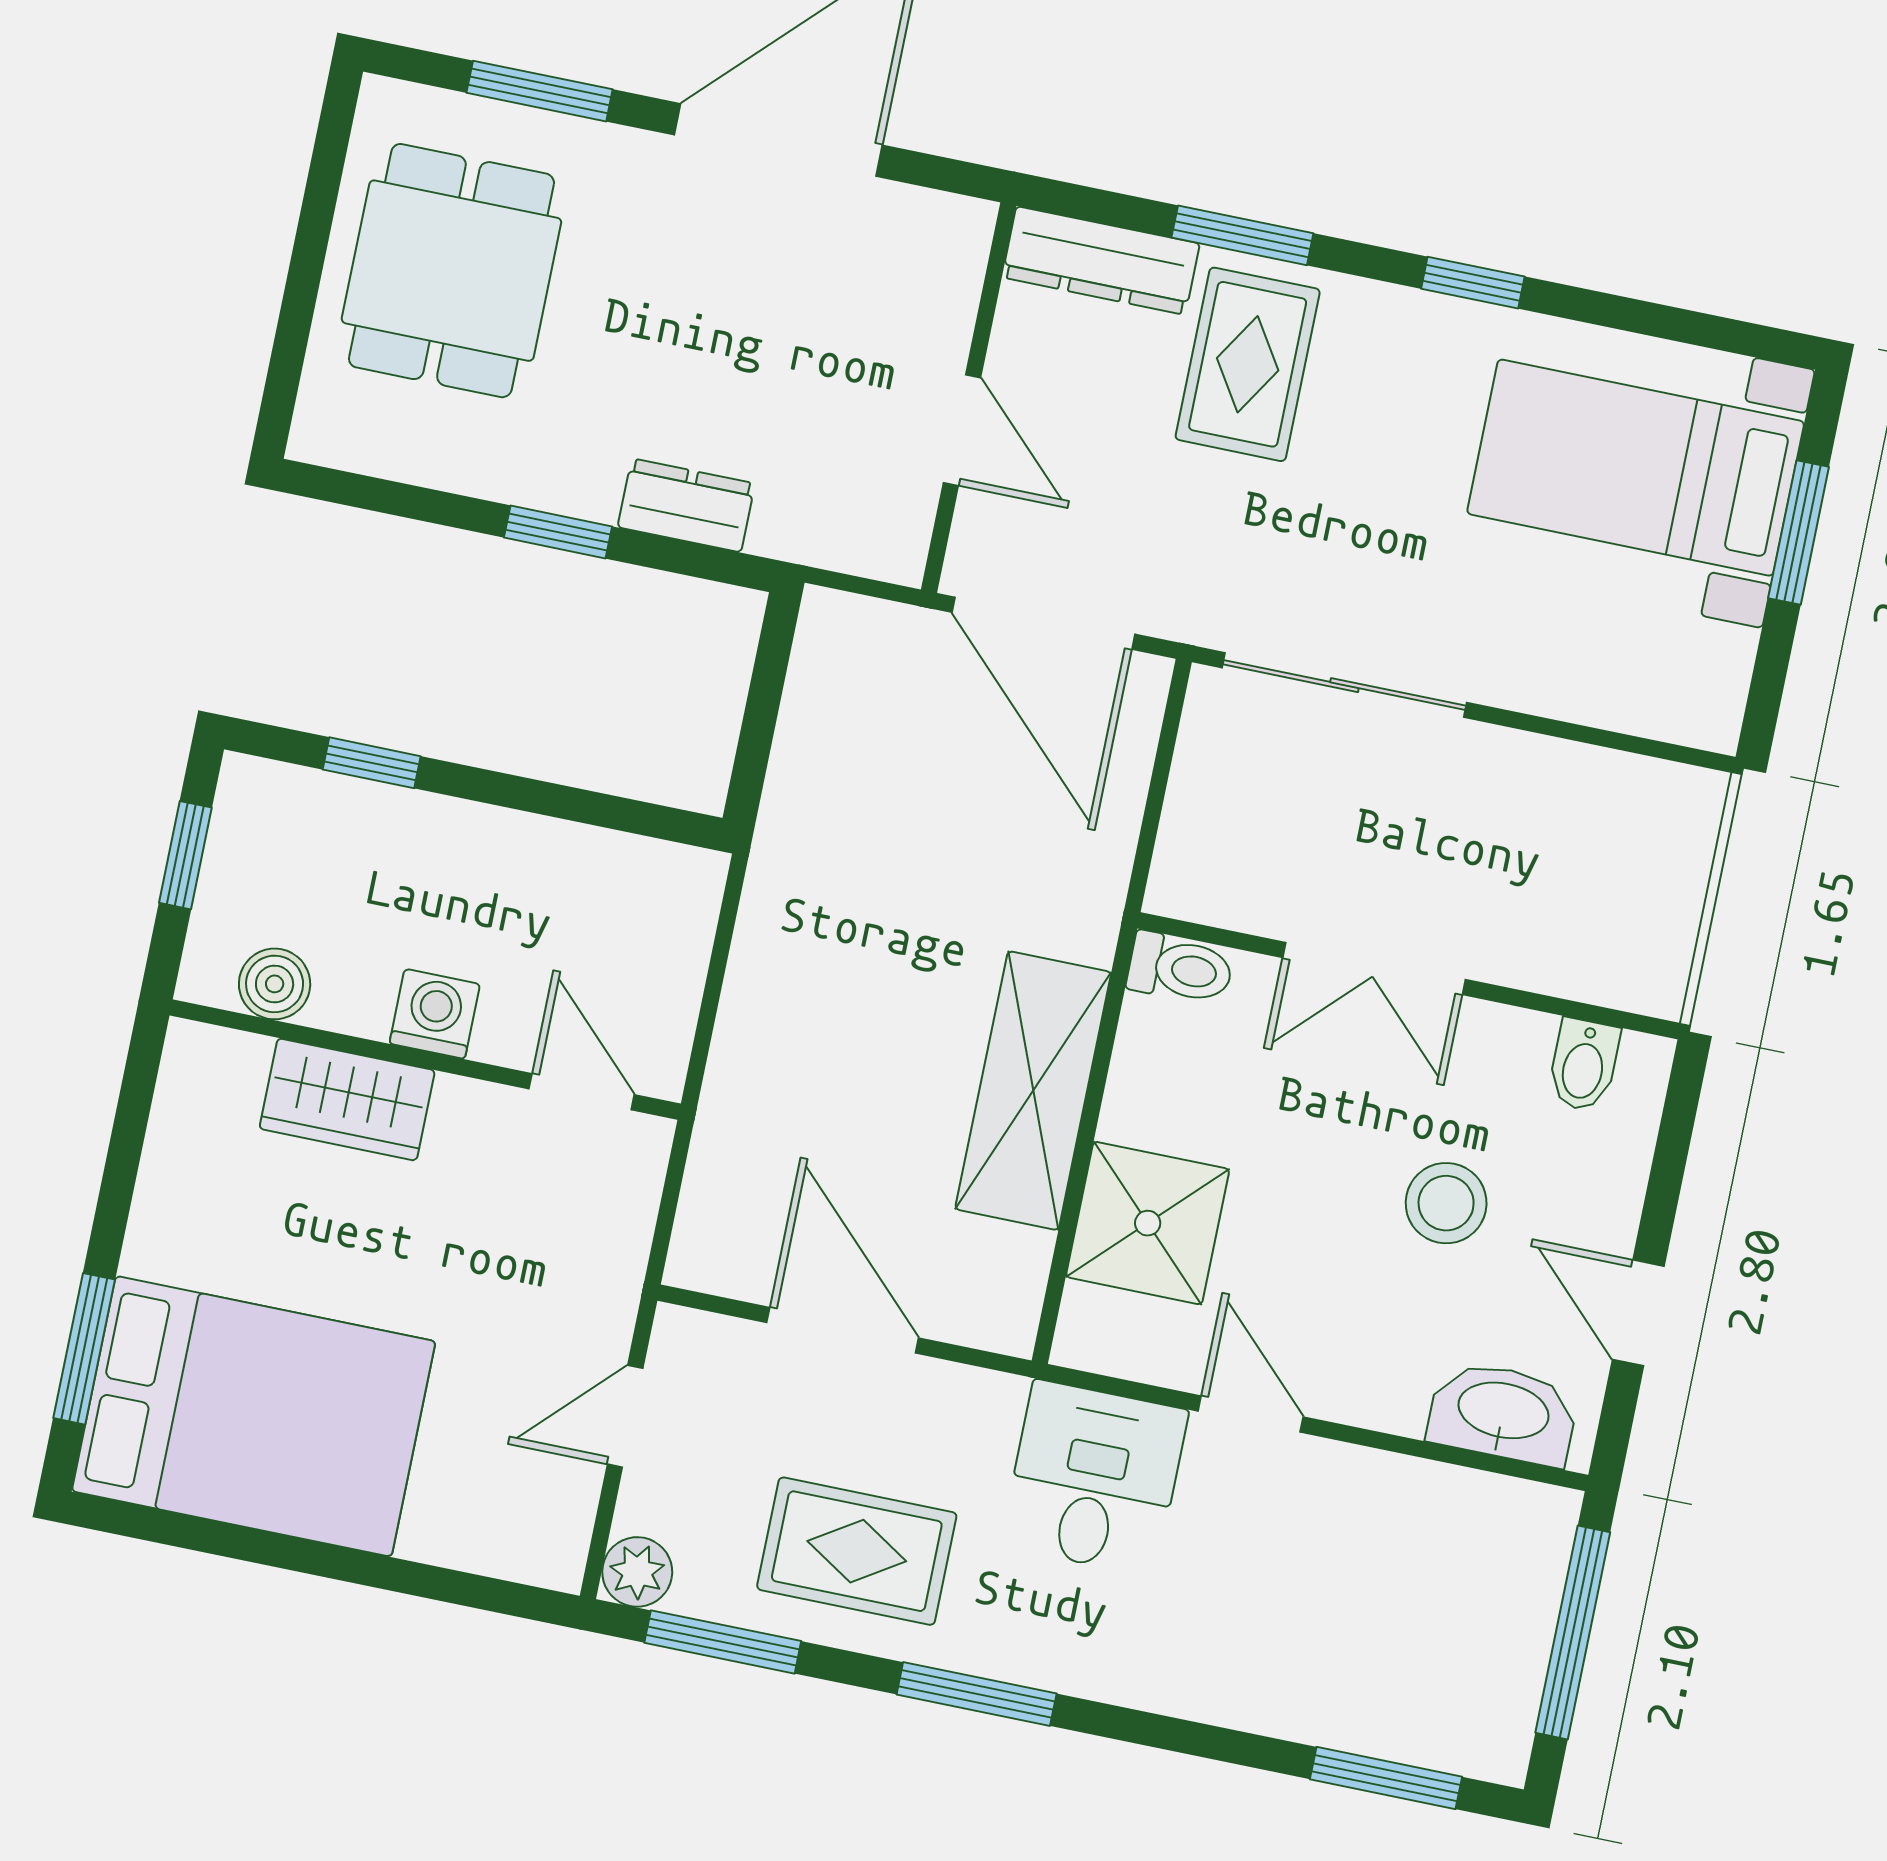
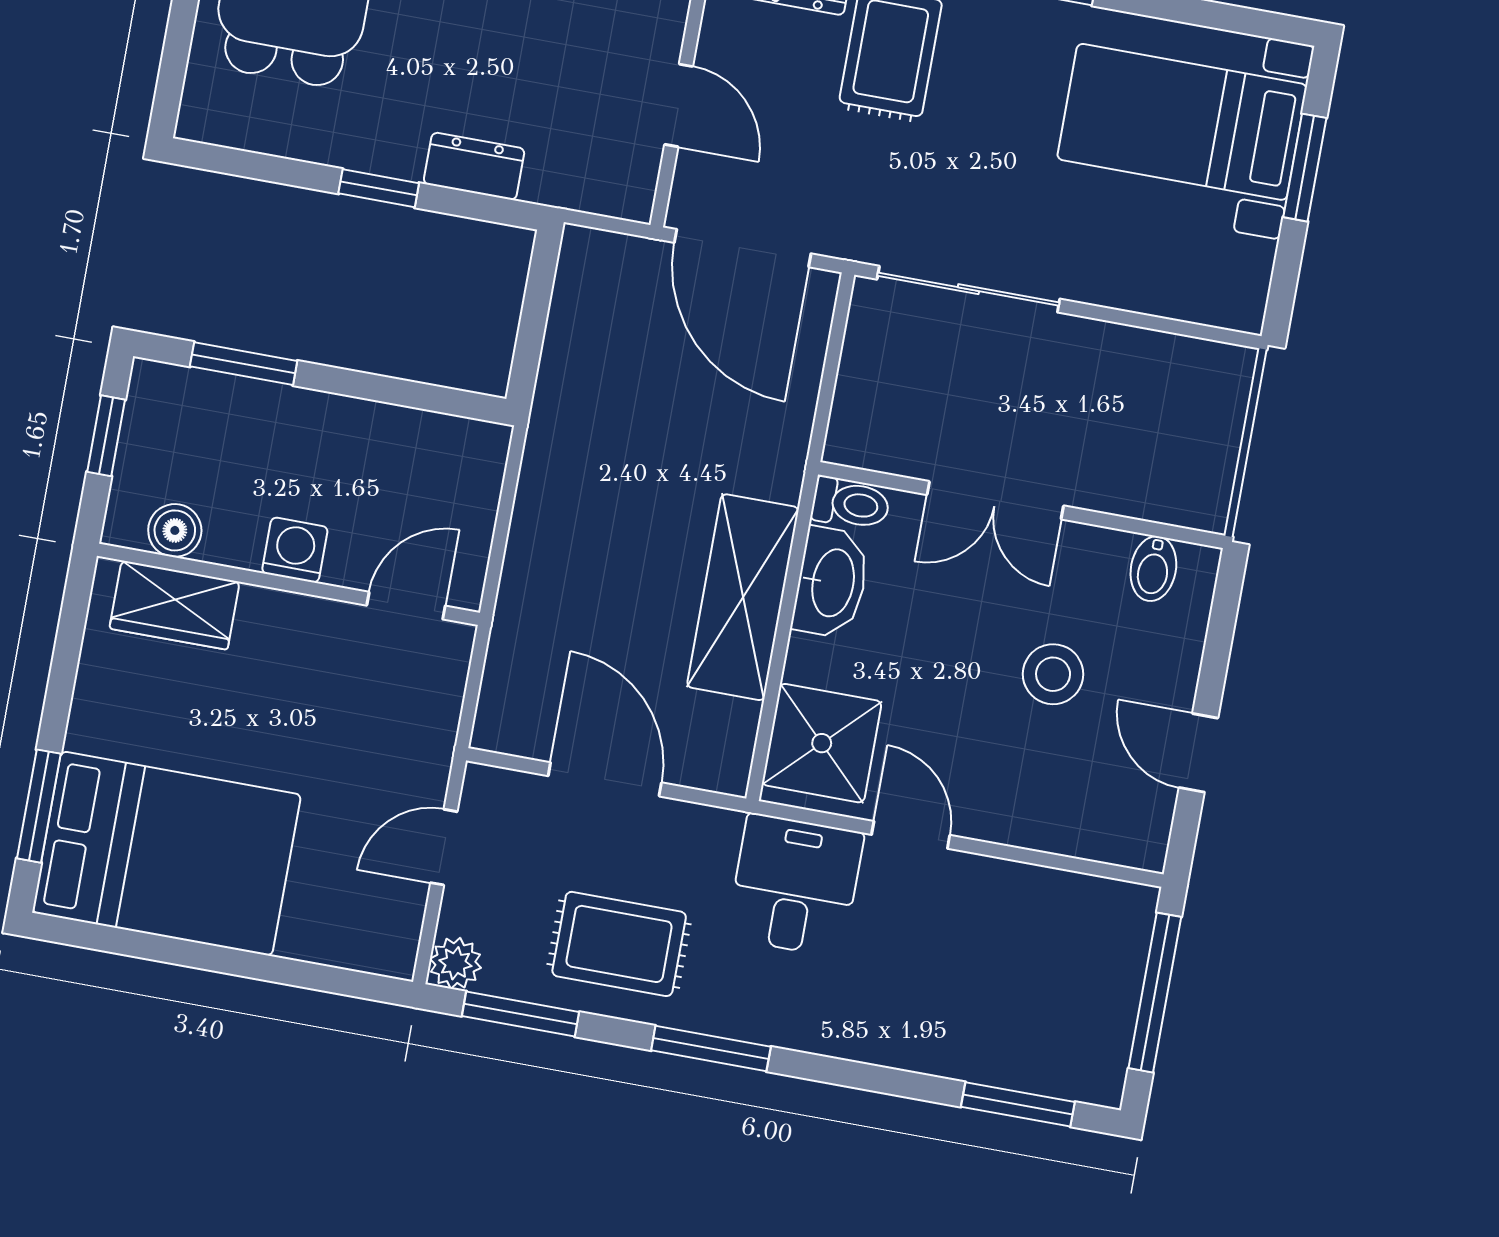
window: (372, 763) -> (244, 364), width x1.50
door: (582, 1092) -> (406, 606), hinge flipped
wardrobe: (347, 1099) -> (175, 605), moved
shower: (1148, 1223) -> (822, 743), moved
washbasin: (1503, 1413) -> (831, 582), moved, turned 90

